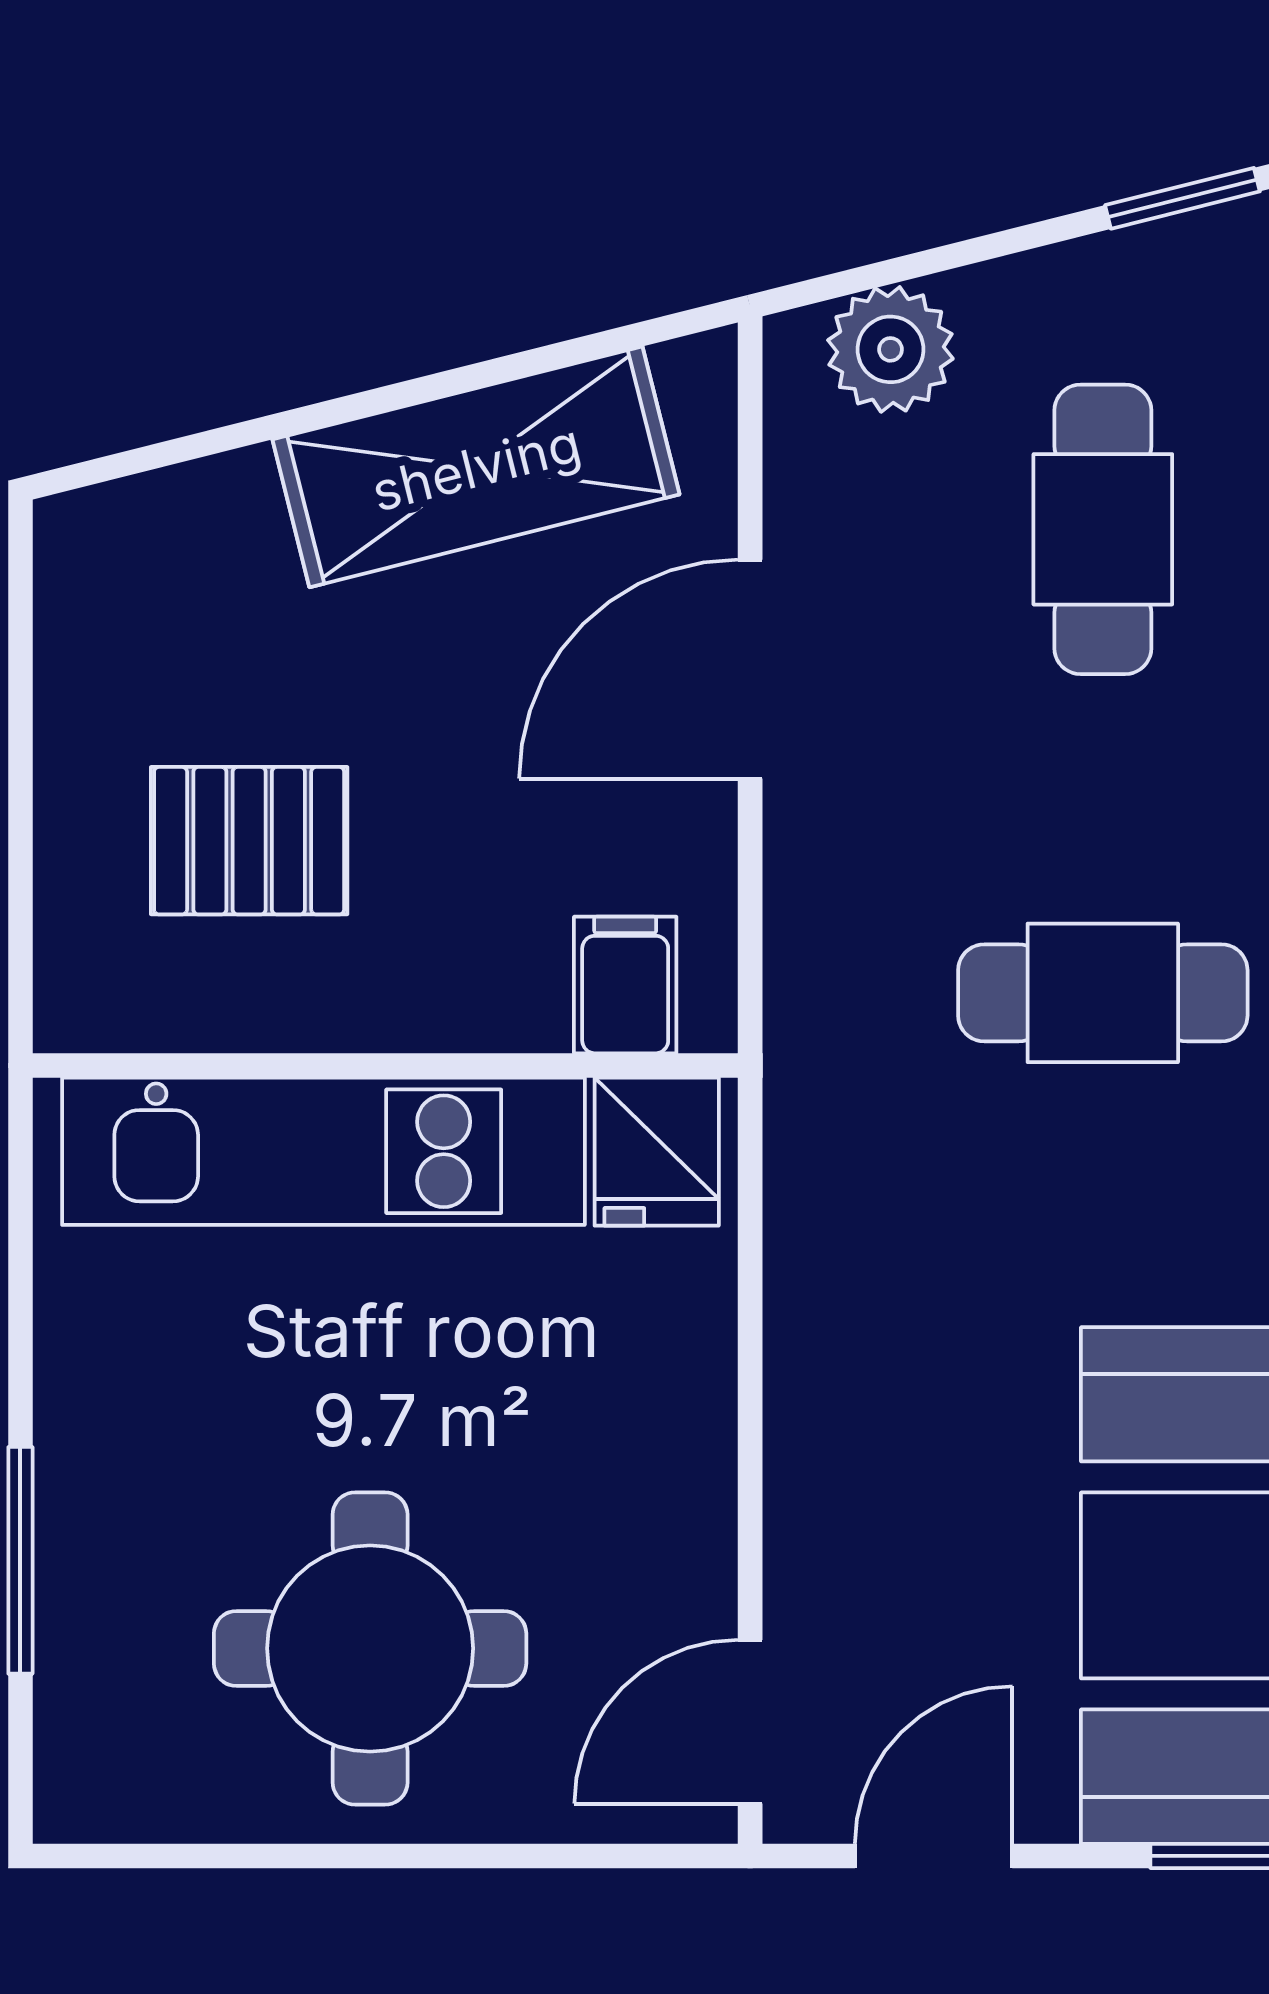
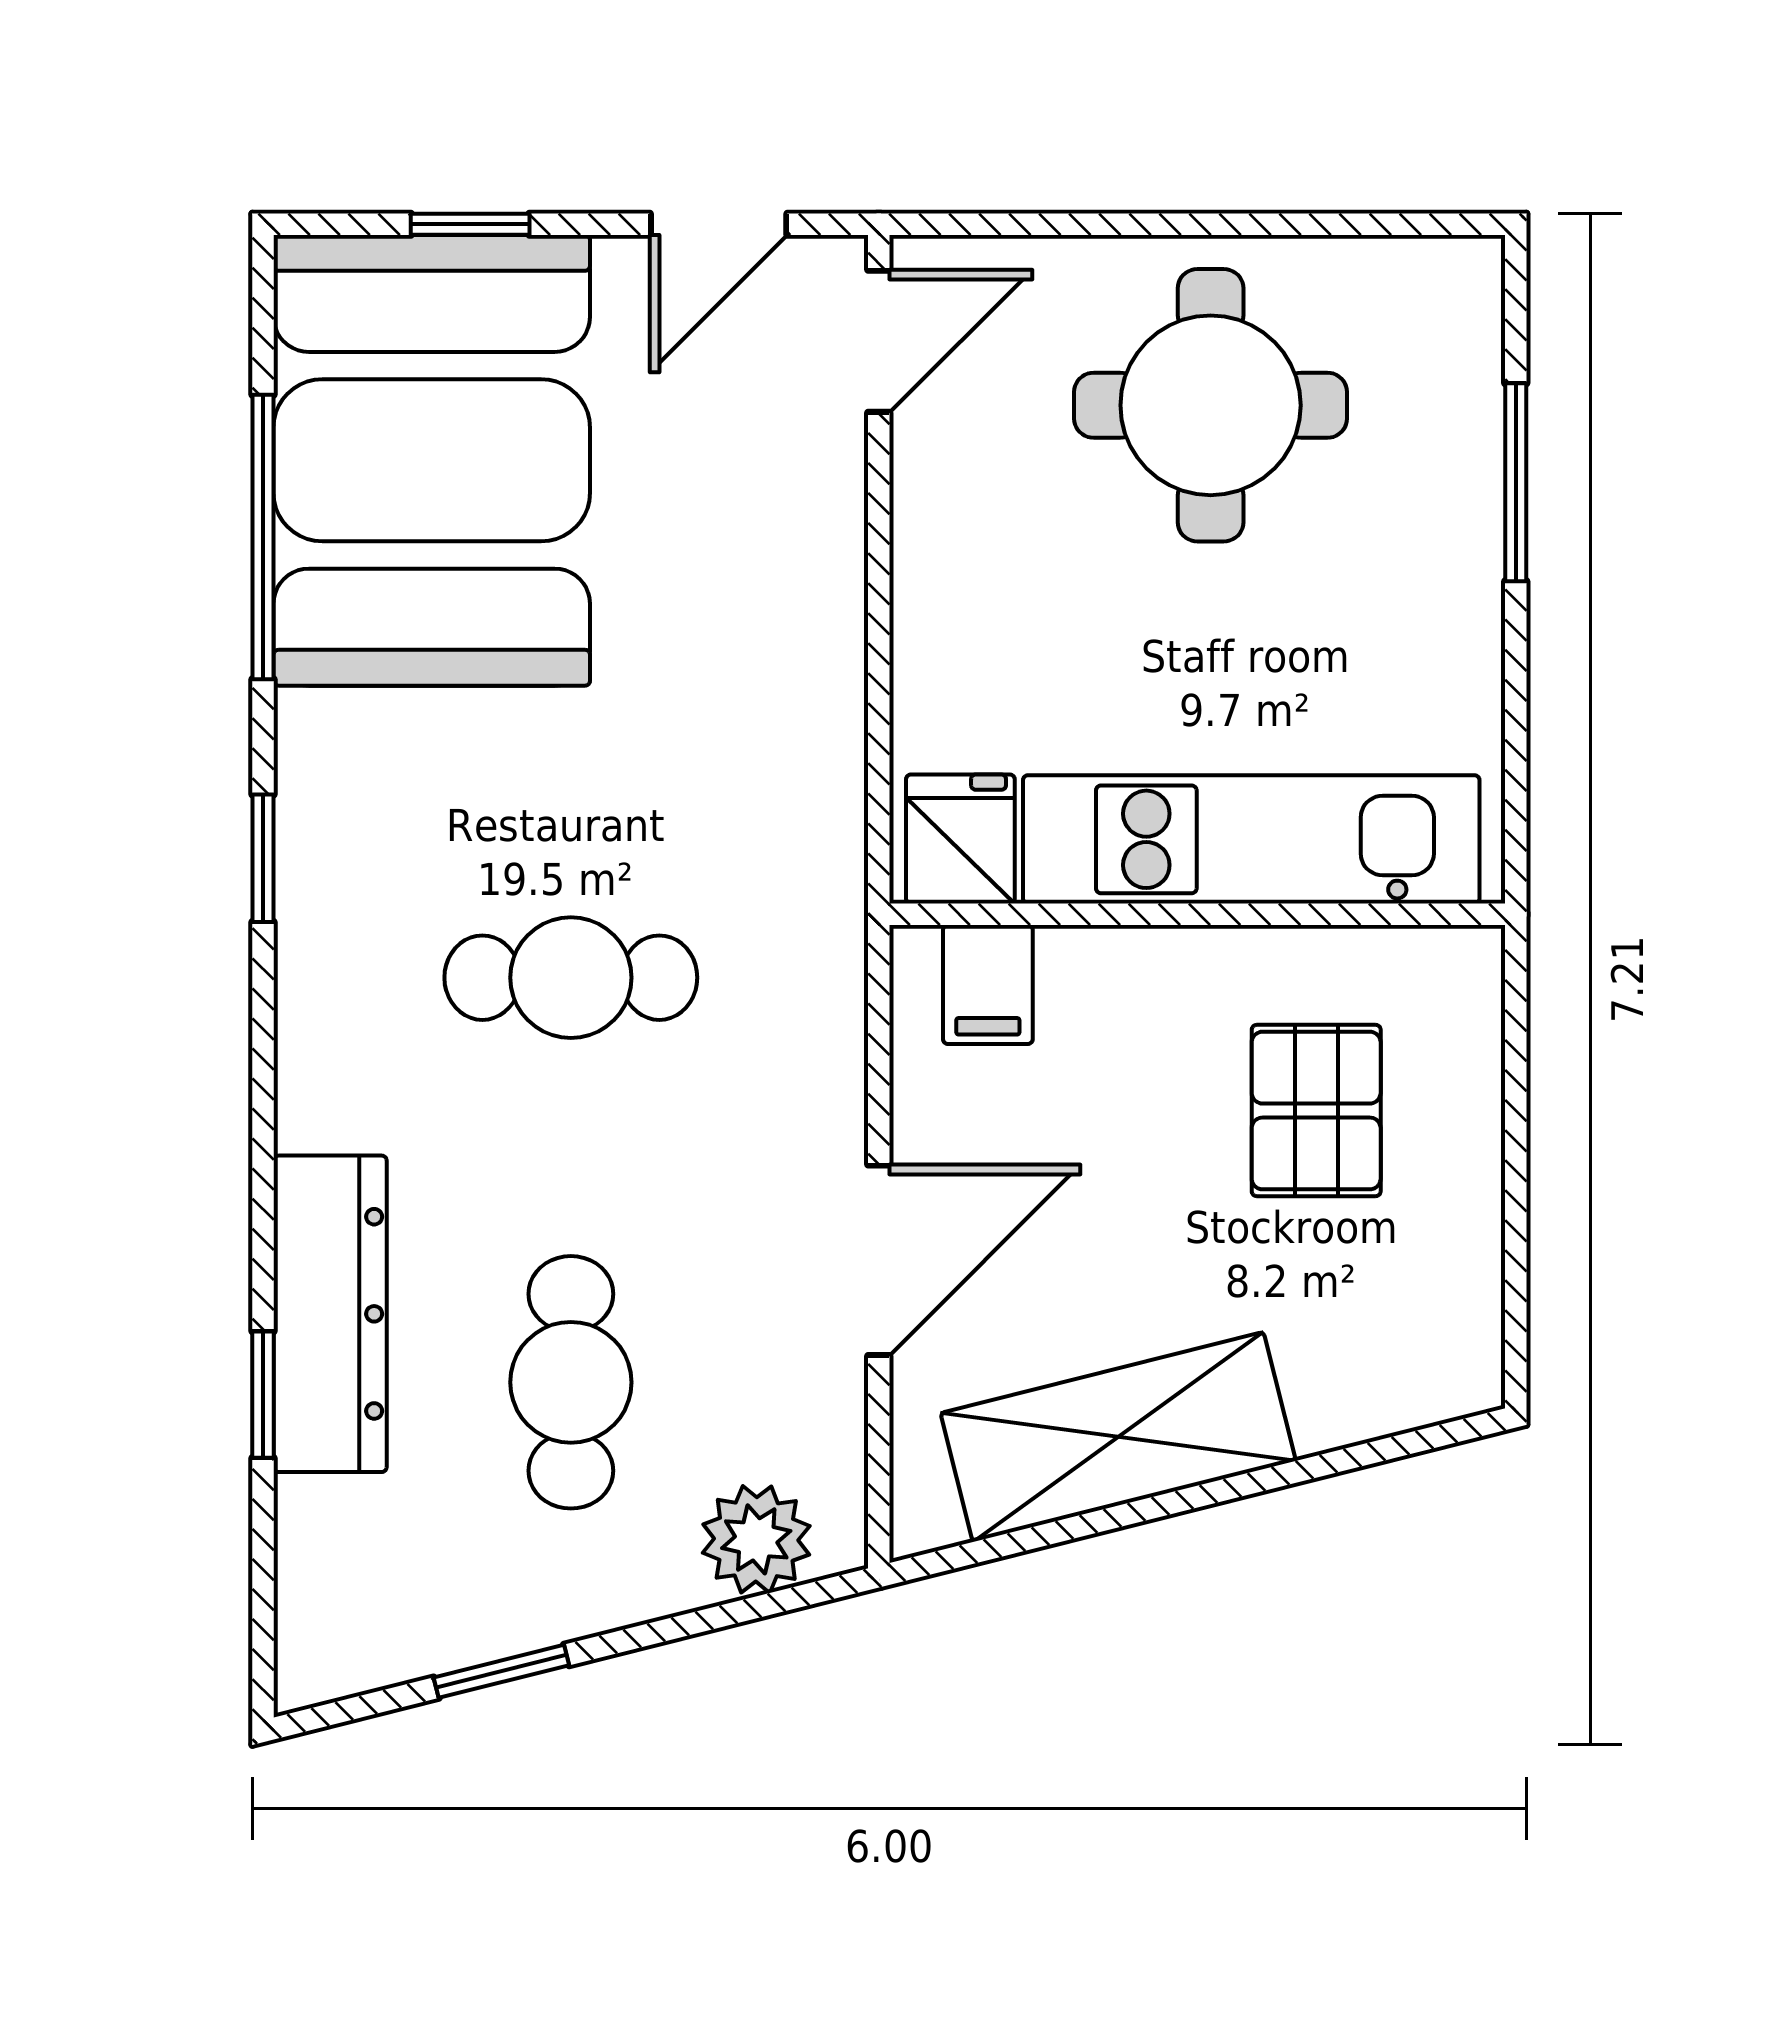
pallet: (249, 841) -> (1316, 1111), turned 90

